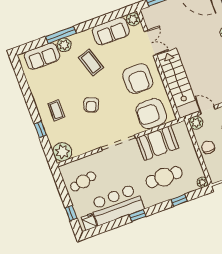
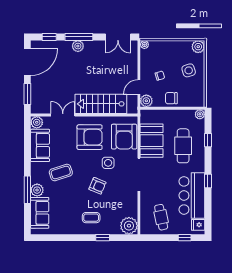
side table: (119, 107) -> (108, 163), added

